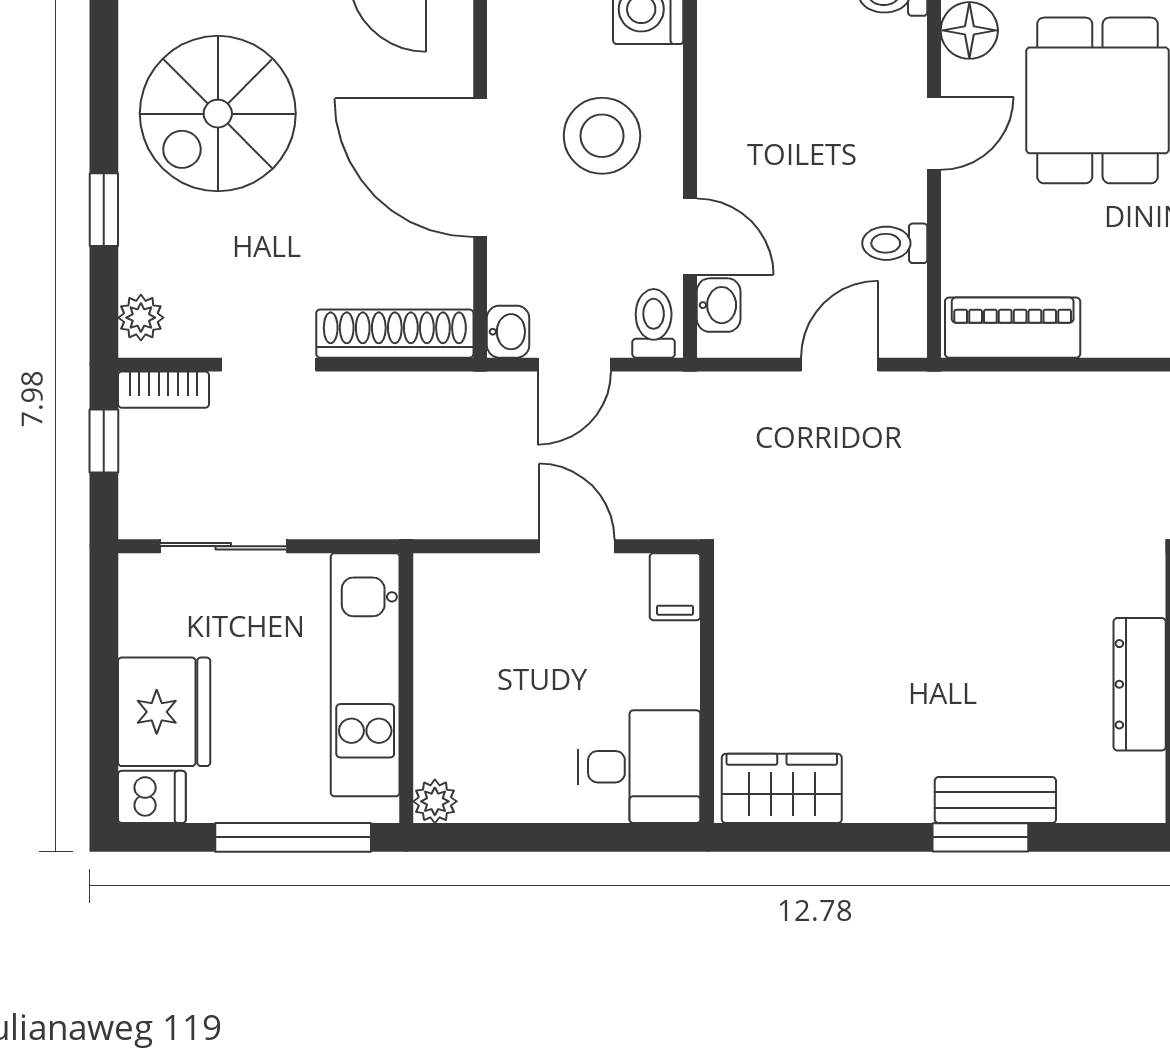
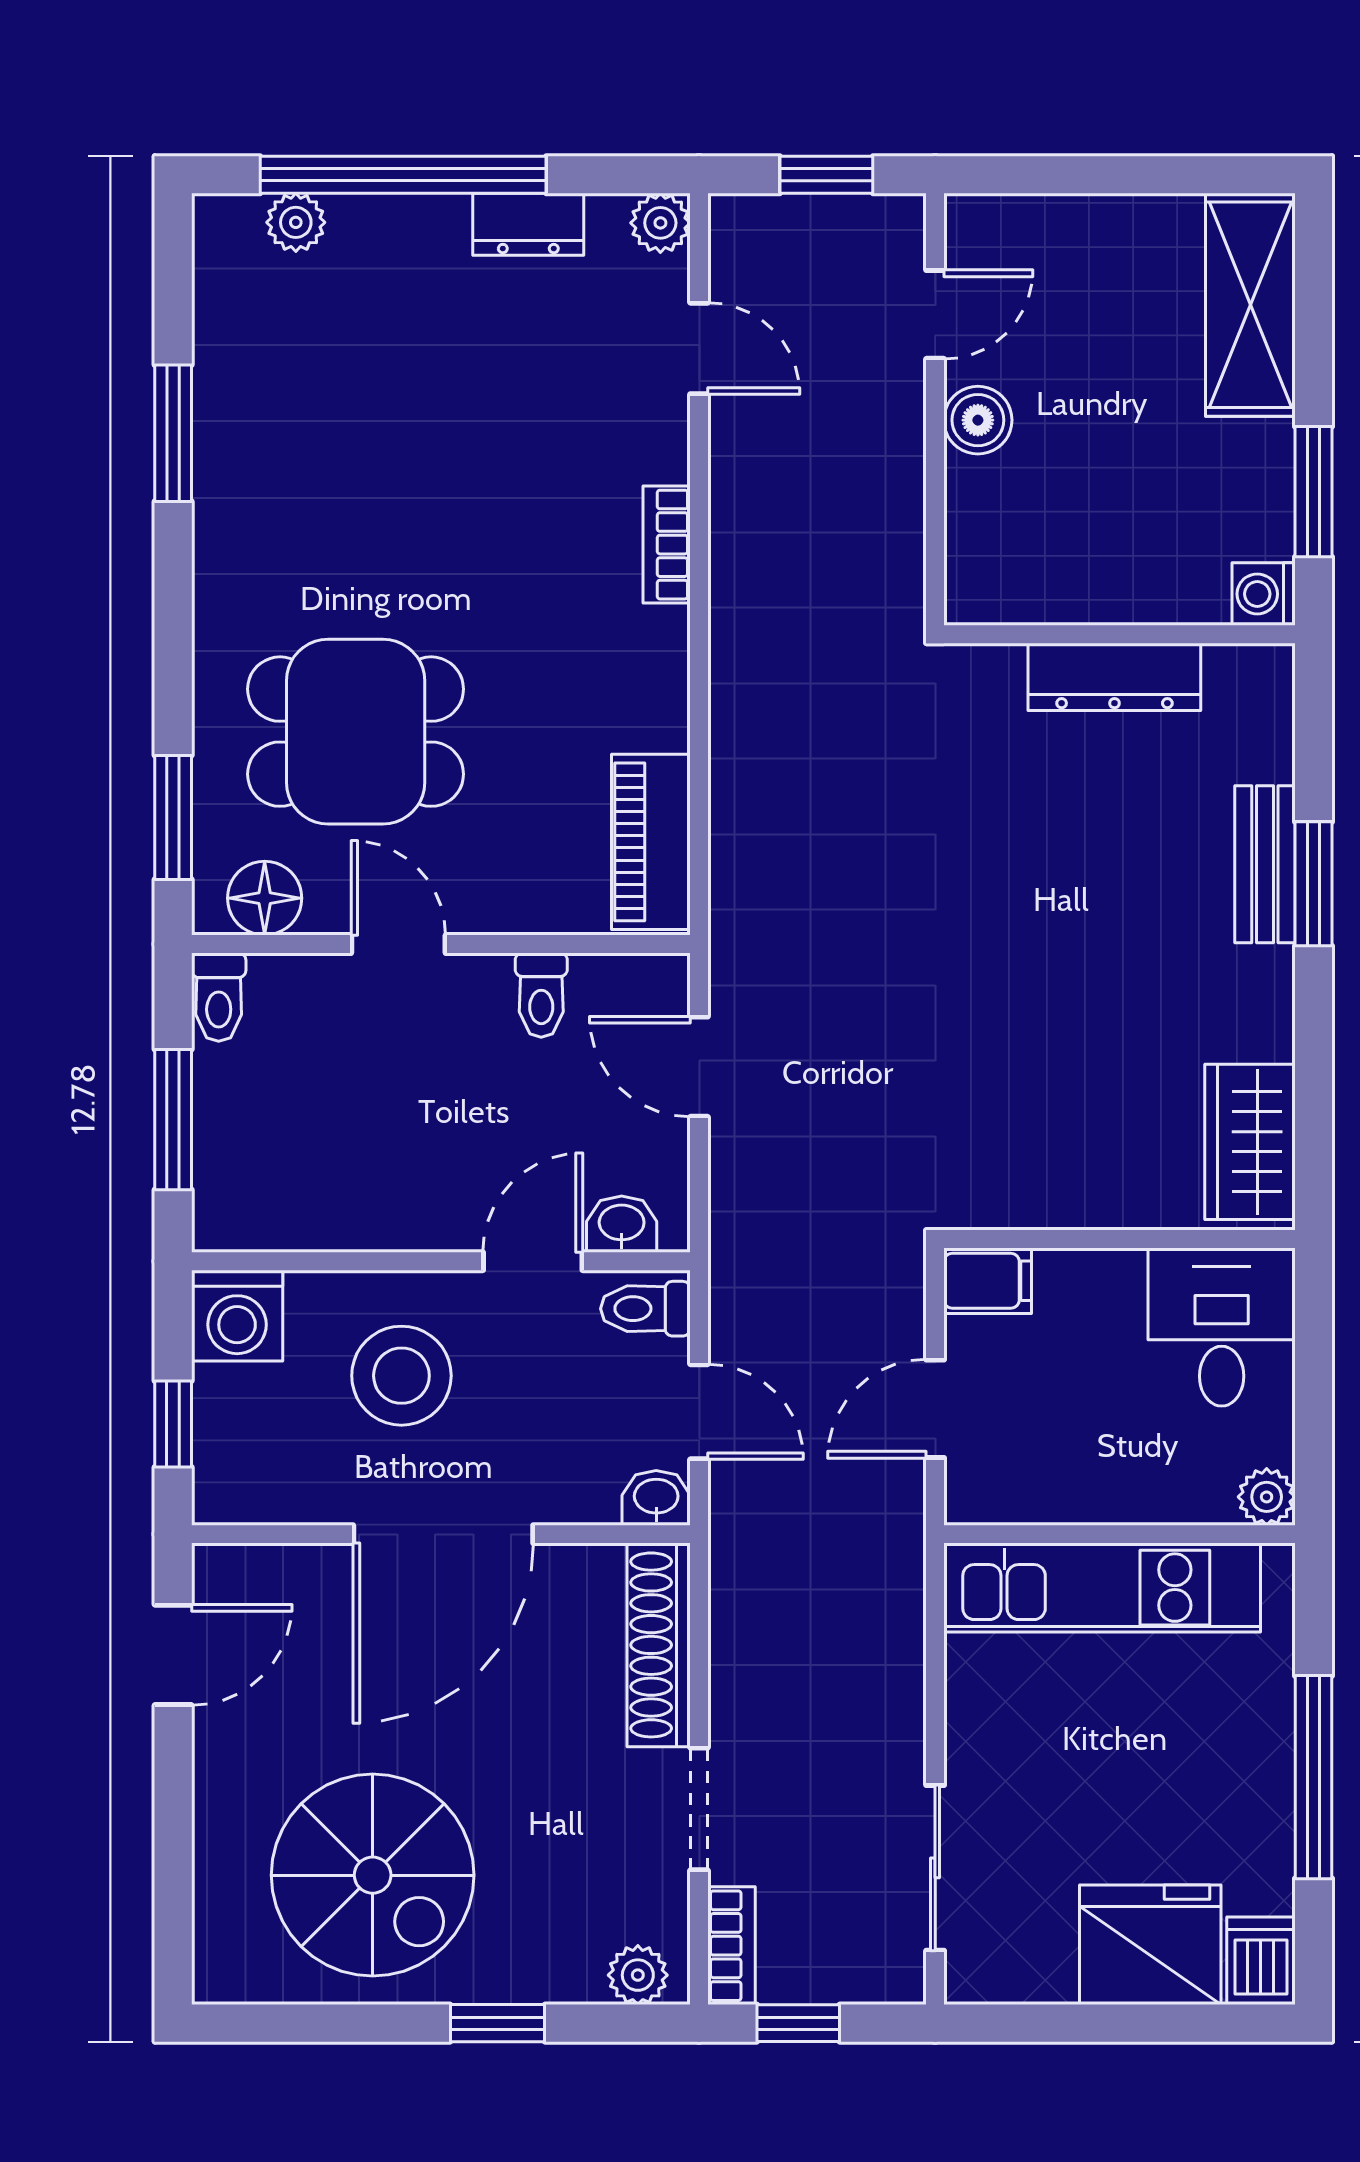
kitchen unit: (365, 675) -> (1102, 1588), moved
wall: (406, 688) -> (1119, 1534), moved
plant: (435, 801) -> (1267, 1497), moved

